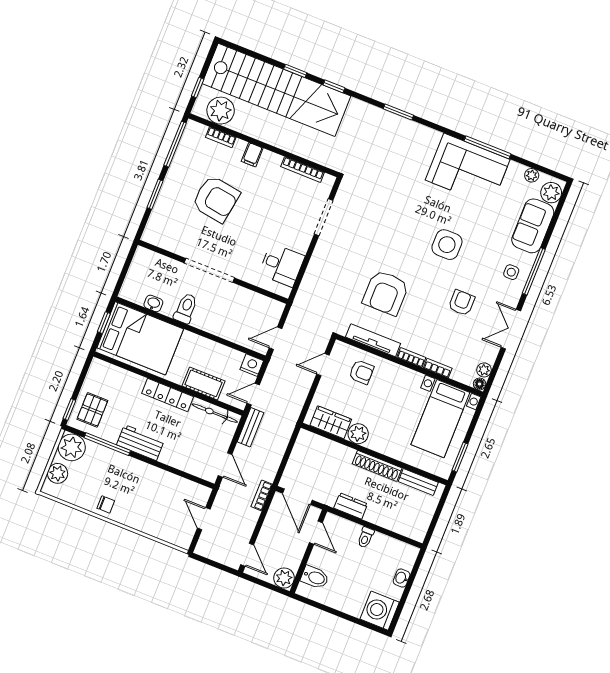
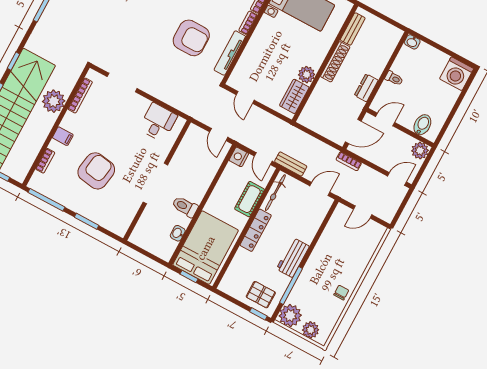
plant: (221, 111) -> (54, 101), moved
armchair: (361, 372) -> (255, 66), removed
washbasin: (402, 578) -> (412, 42), moved

